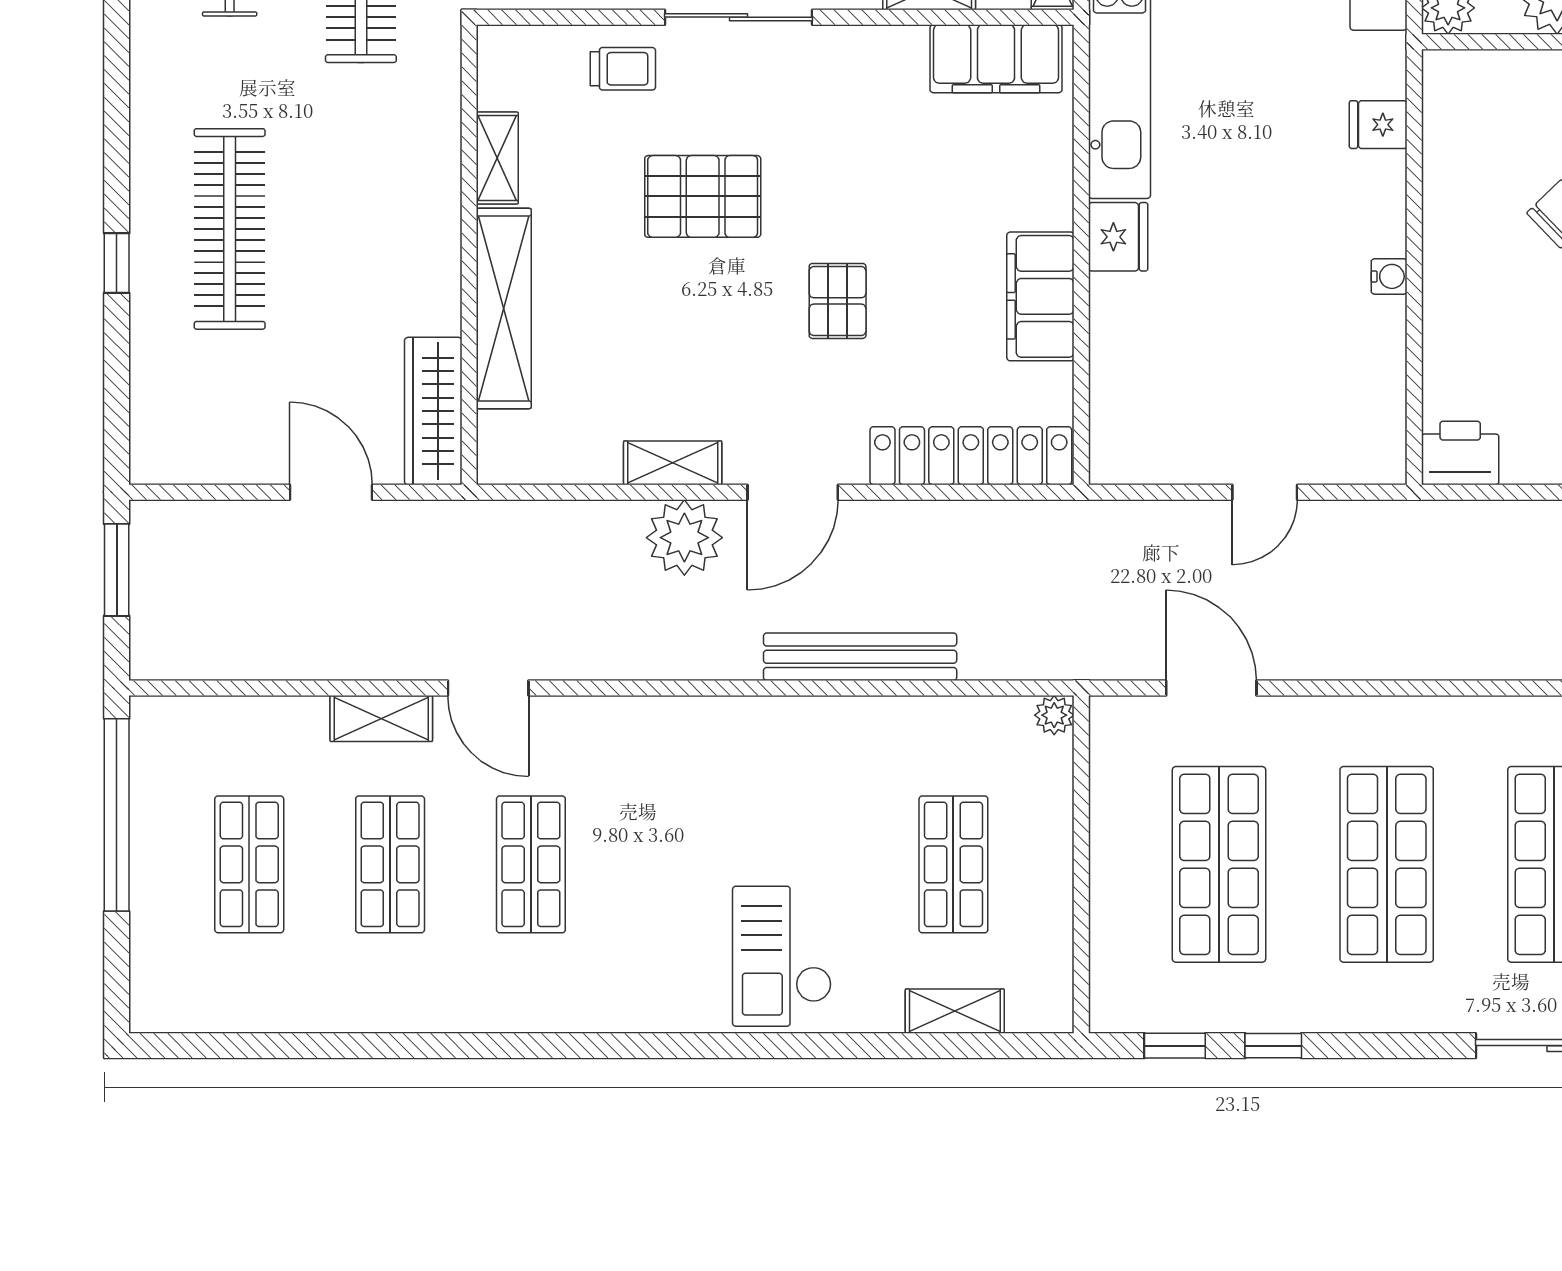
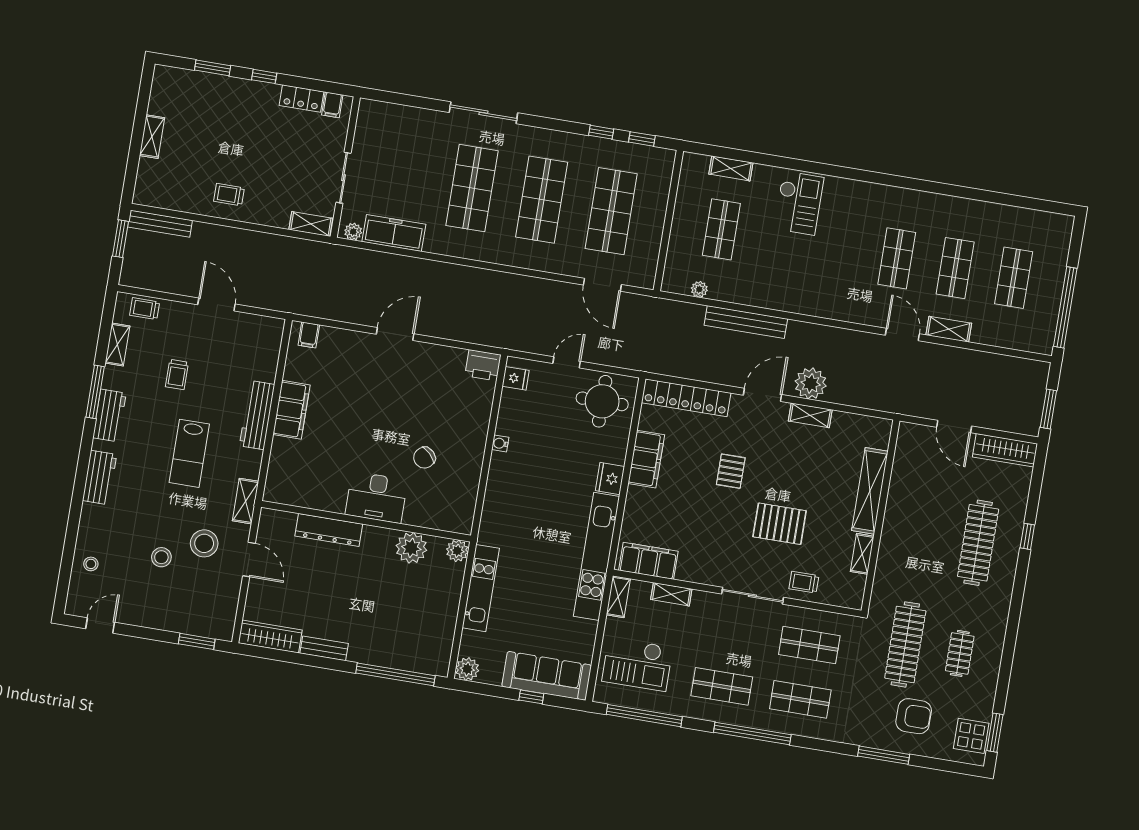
fridge: (1378, 125) -> (516, 378), moved
wardrobe: (433, 411) -> (1005, 450), moved, turned 90
round table: (1166, 415) -> (602, 401), added
plant: (1054, 715) -> (699, 289), moved

